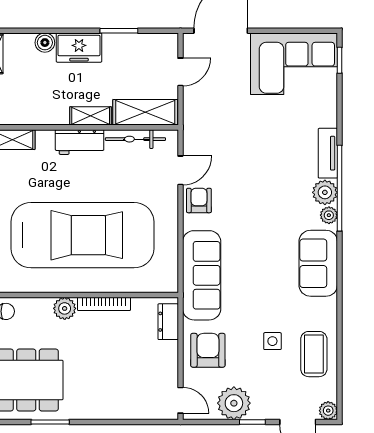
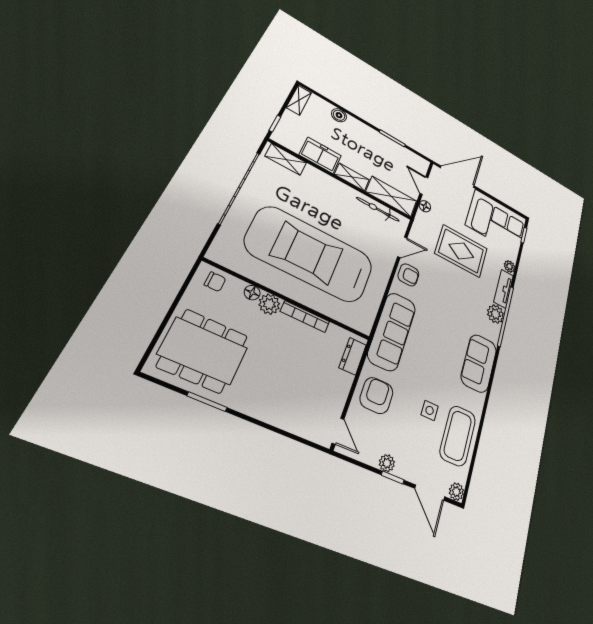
freezer: (79, 48) -> (320, 155), moved, turned 180
door: (180, 72) -> (424, 186), swing flipped
floor lamp: (191, 100) -> (425, 206), added
rug: (256, 133) -> (461, 251), added
workbench: (80, 142) -> (337, 189), removed
armchair: (199, 200) -> (408, 275), turned 90
plant: (329, 215) -> (509, 266), moved
car: (83, 235) -> (310, 254), turned 180
floor lamp: (44, 305) -> (252, 293), added
coffee table: (314, 354) -> (458, 436), width x1.36, depth x1.32
plant: (234, 403) -> (387, 463), width x0.53, depth x0.53

